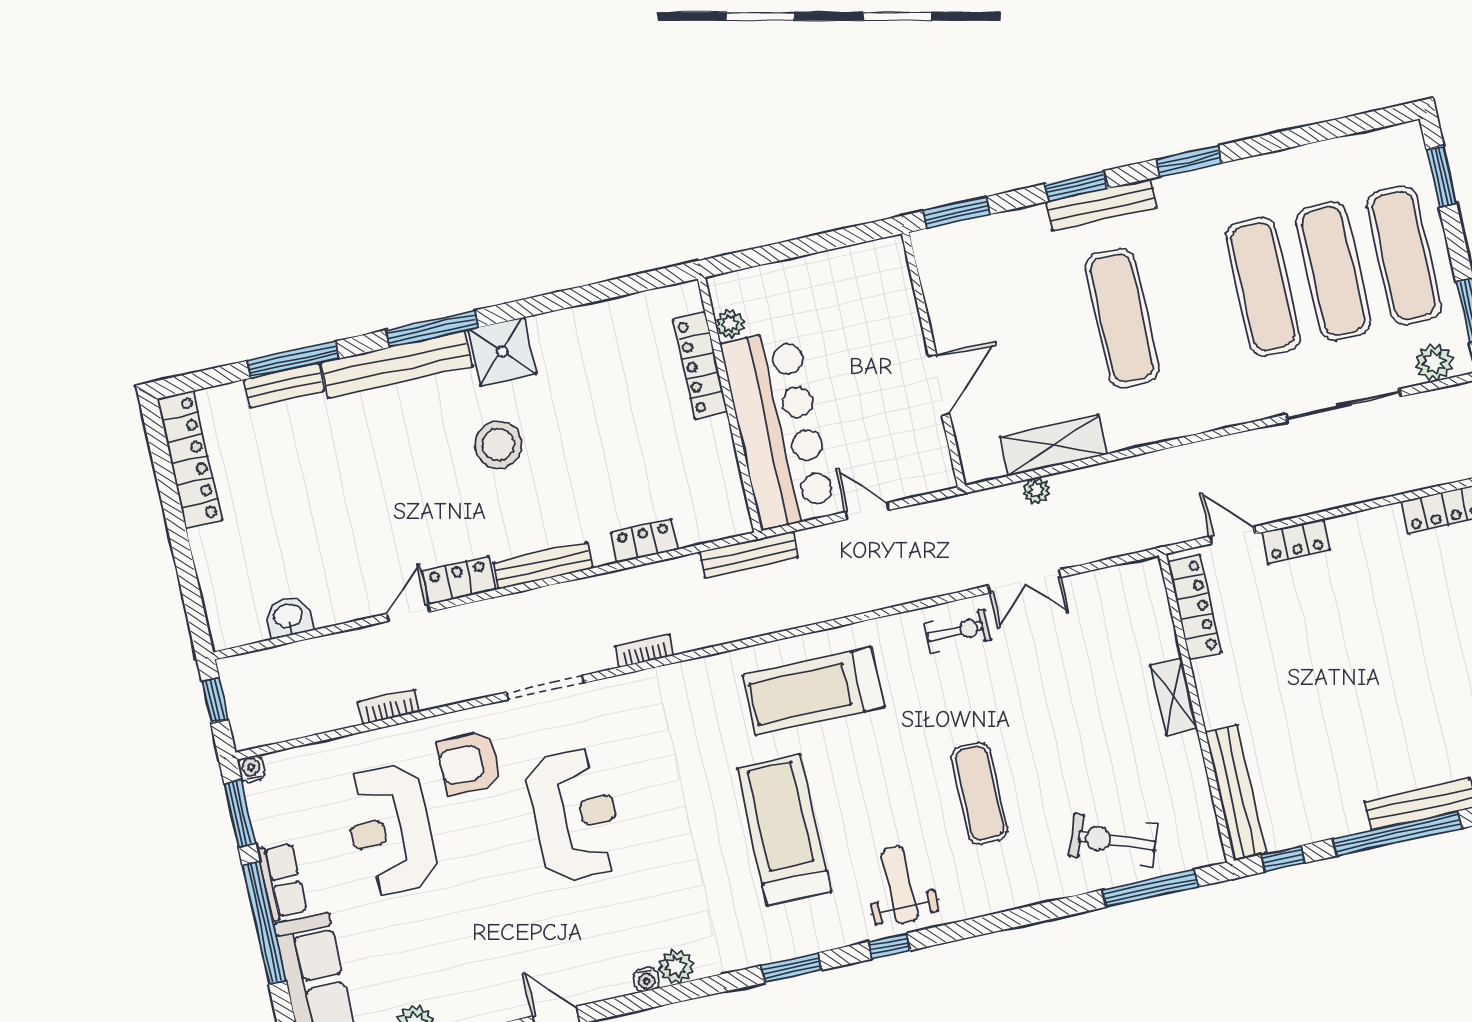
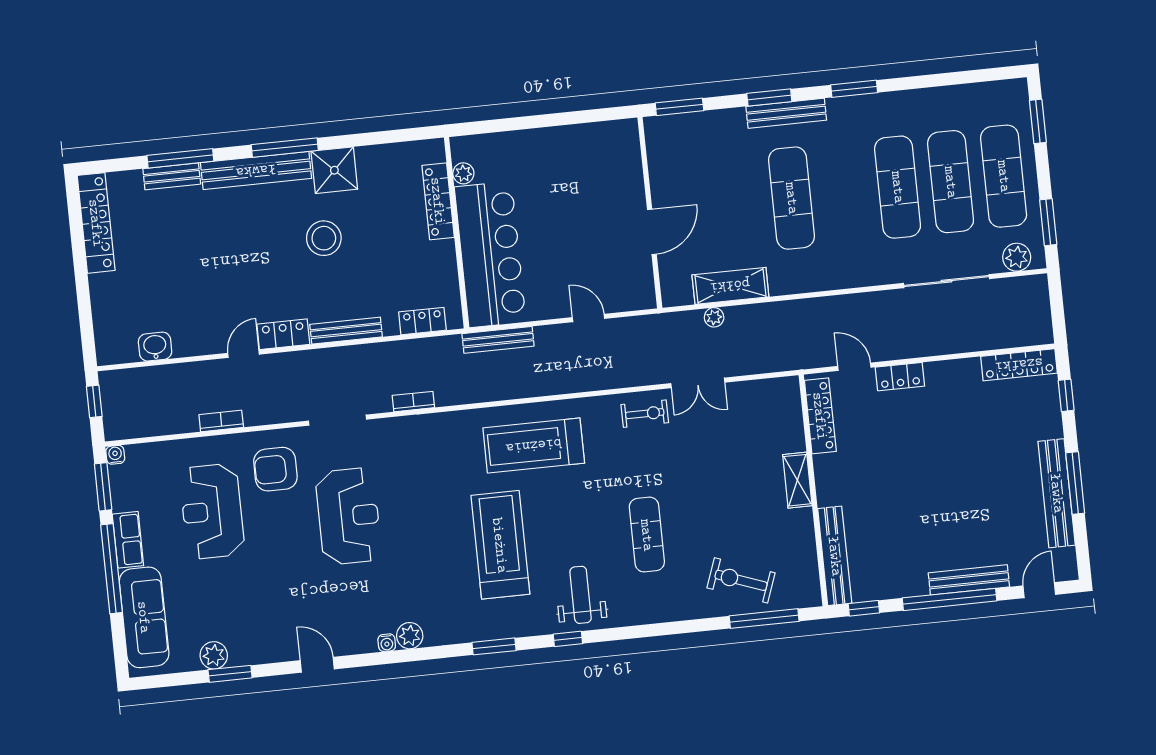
plant: (730, 324) -> (463, 173), moved
locker: (700, 366) -> (438, 201), moved
wall: (730, 405) -> (456, 233), moved
bar counter: (778, 429) -> (490, 254), moved

